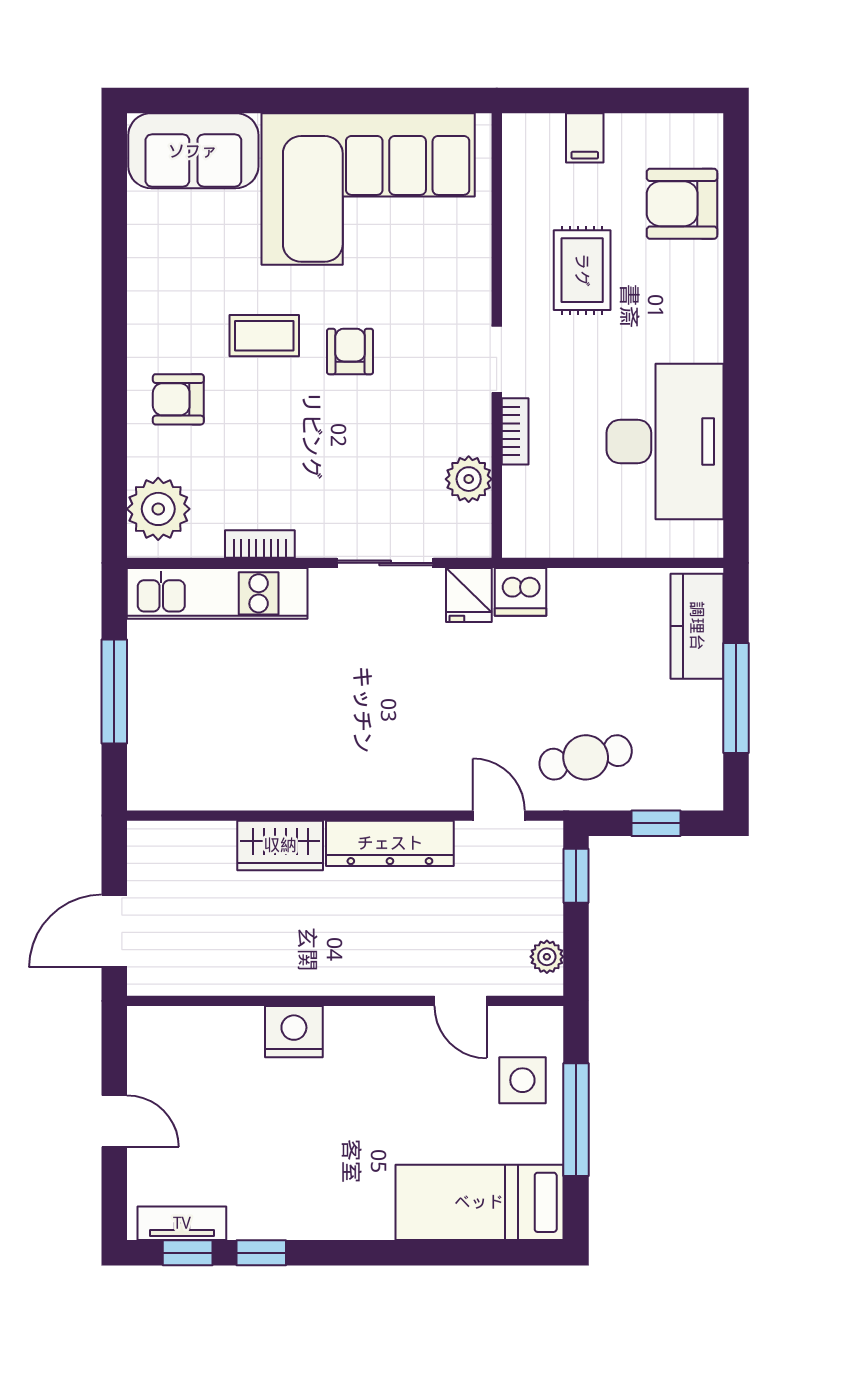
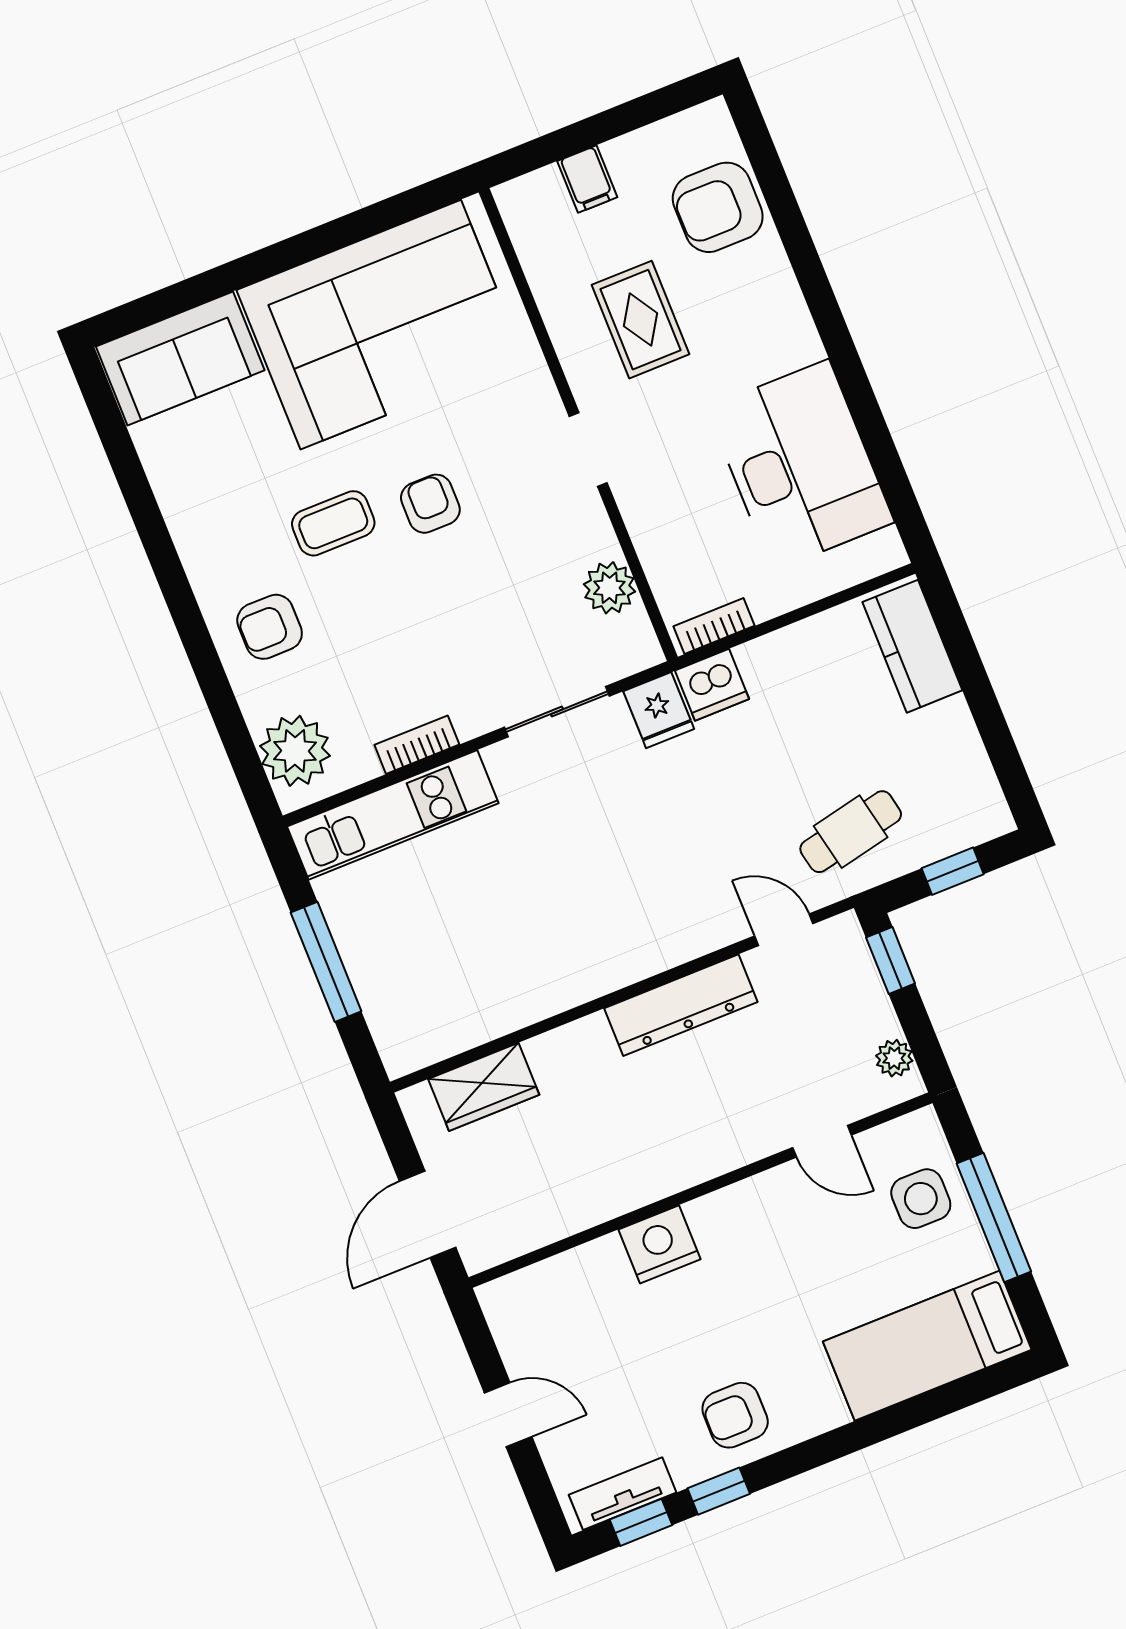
bookcase: (515, 431) -> (714, 626), moved, turned -90
window: (736, 698) -> (984, 705), removed
wardrobe: (280, 845) -> (484, 1087), moved
armchair: (300, 1196) -> (735, 1415), added

